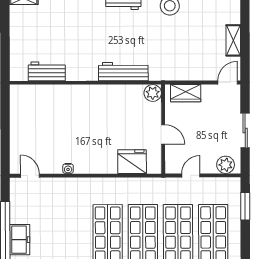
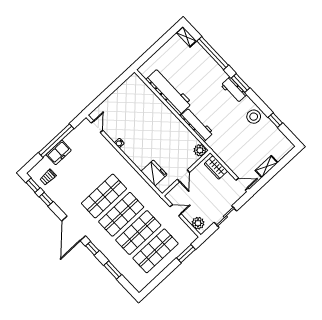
workbench: (47, 71) -> (169, 91), width x1.88, depth x1.32

